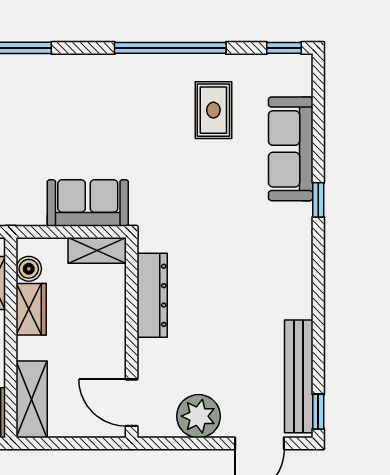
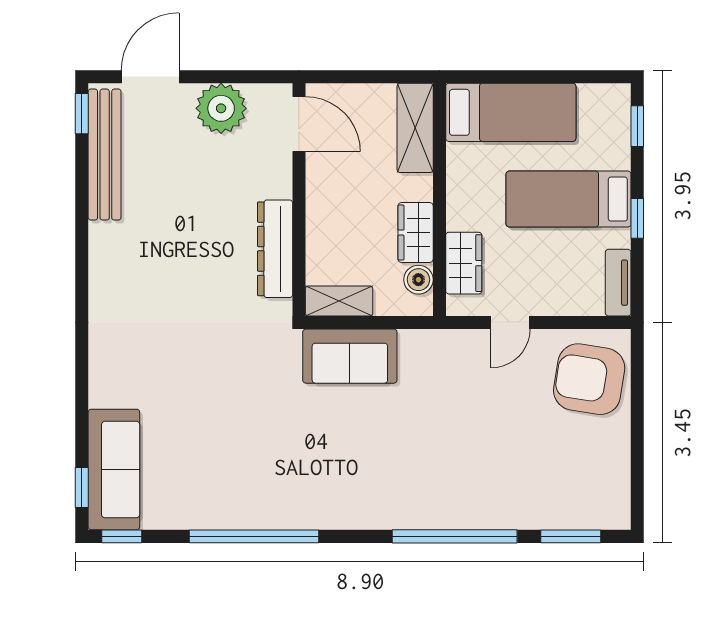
rug: (213, 110) -> (204, 464), removed
sofa: (291, 149) -> (114, 470), moved
window: (318, 200) -> (82, 487), moved

